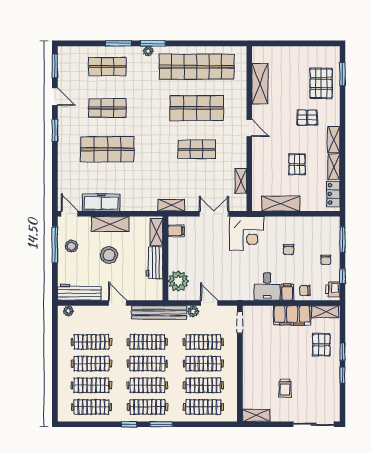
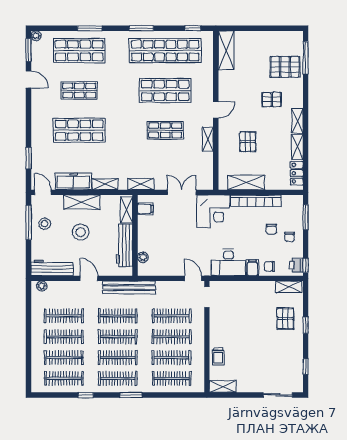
window: (153, 43) -> (141, 28), moved
window: (225, 43) -> (193, 28), added
plant: (148, 51) -> (36, 36), moved
shop shelf: (107, 67) -> (79, 51), width x1.43, depth x1.36
window: (342, 74) -> (306, 58), width x1.44
pallet: (321, 83) -> (285, 67), turned 90
shelving: (260, 84) -> (226, 50), moved
door: (249, 128) -> (216, 110), hinge flipped
window: (55, 130) -> (29, 158), moved
pallet: (297, 164) -> (248, 142), moved
shelving: (241, 181) -> (208, 139), moved
shelving: (134, 205) -> (105, 184), added
bookcase: (291, 222) -> (256, 201), added
chair: (289, 250) -> (271, 229), moved
workbench: (154, 263) -> (124, 245), width x1.37
window: (342, 276) -> (306, 265), moved
plant: (178, 281) -> (143, 257), width x0.53, depth x0.53
desk: (267, 286) -> (228, 262), width x1.37
door: (209, 303) -> (193, 278), moved
plant: (193, 311) -> (162, 286), removed
filing cabinet: (292, 315) -> (257, 290), removed
window: (342, 375) -> (306, 366), moved
trolley: (285, 388) -> (218, 356), moved
window: (129, 424) -> (86, 395), moved
sliding door: (314, 424) -> (278, 395), width x0.73

